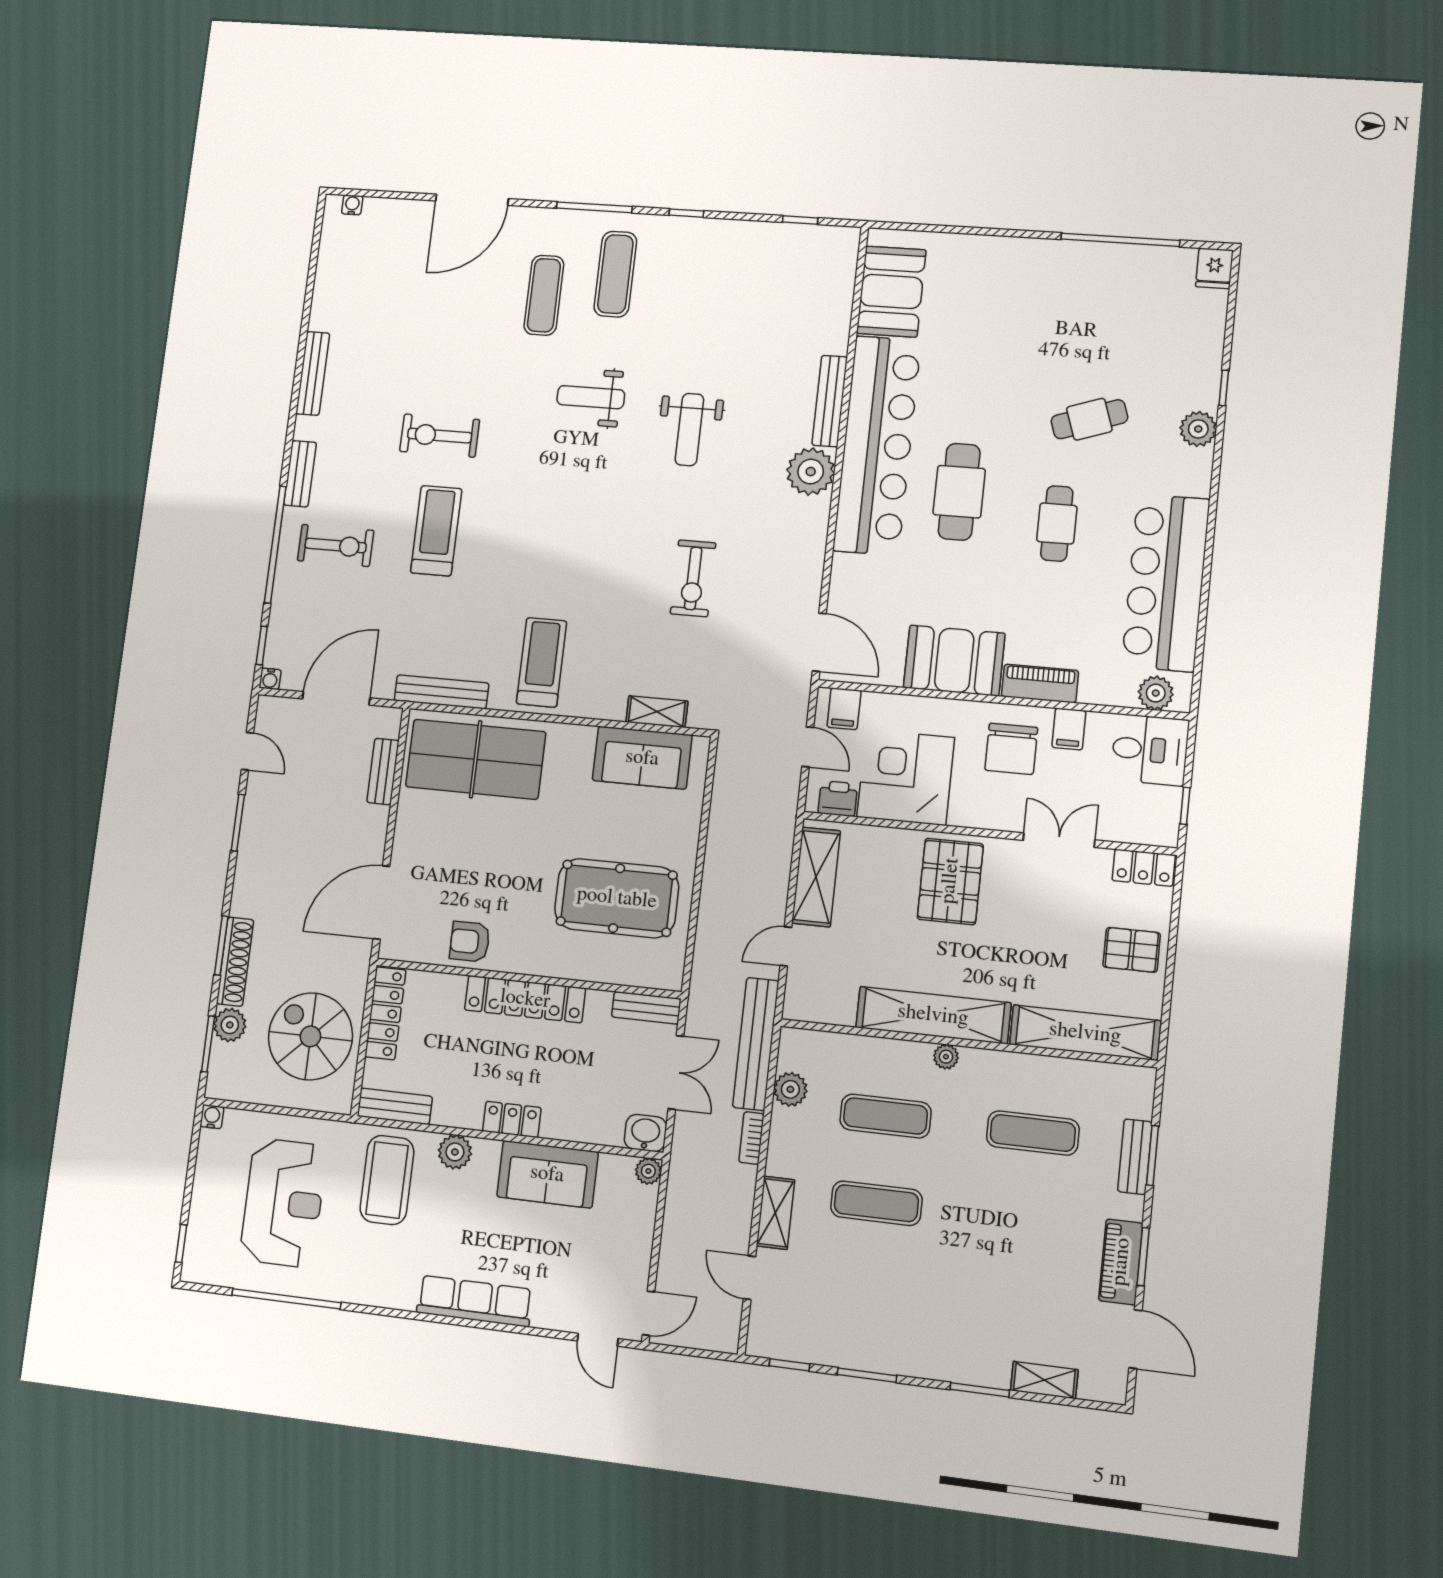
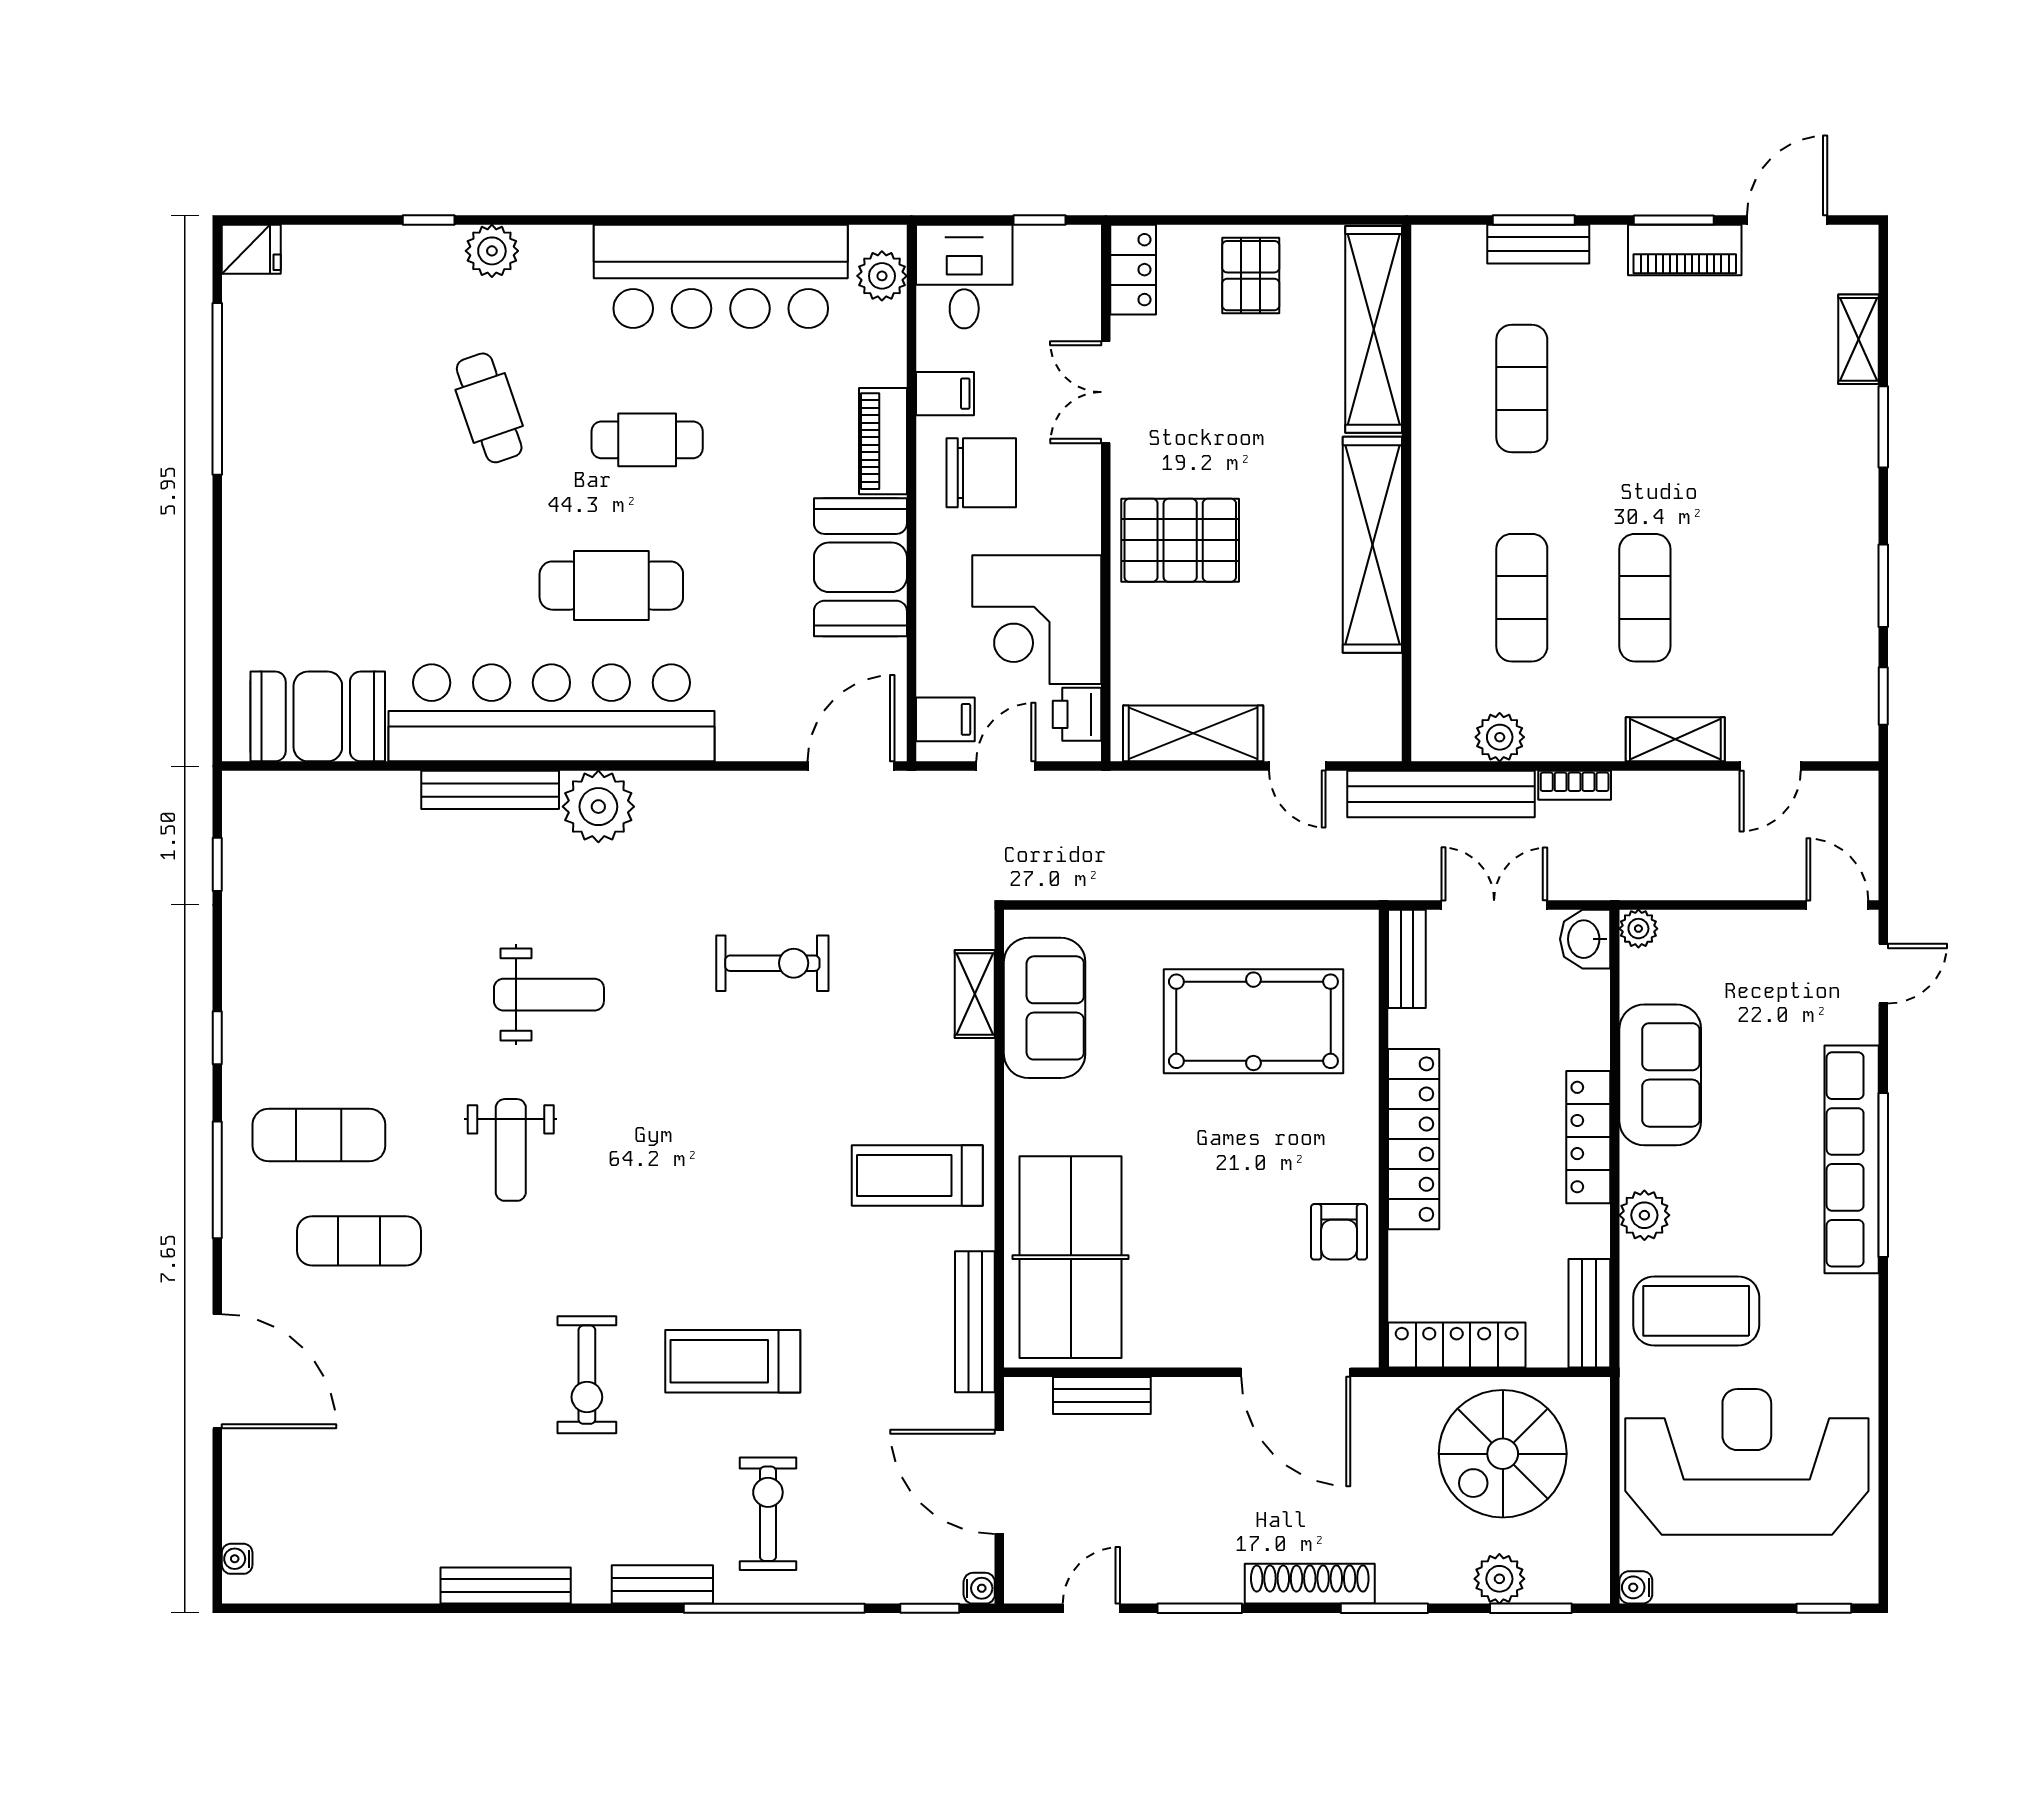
pool table: (617, 898) -> (1253, 1021), turned 90
shoe rack: (235, 962) -> (1310, 1584), moved
plant: (946, 1057) -> (1429, 521), removed
locker: (512, 1119) -> (1588, 1137), width x1.53
reception desk: (283, 1203) -> (1747, 1462), width x1.36, depth x1.30
window: (286, 1299) -> (1883, 1175), moved
row of seats: (475, 1301) -> (1852, 1159), width x1.36

